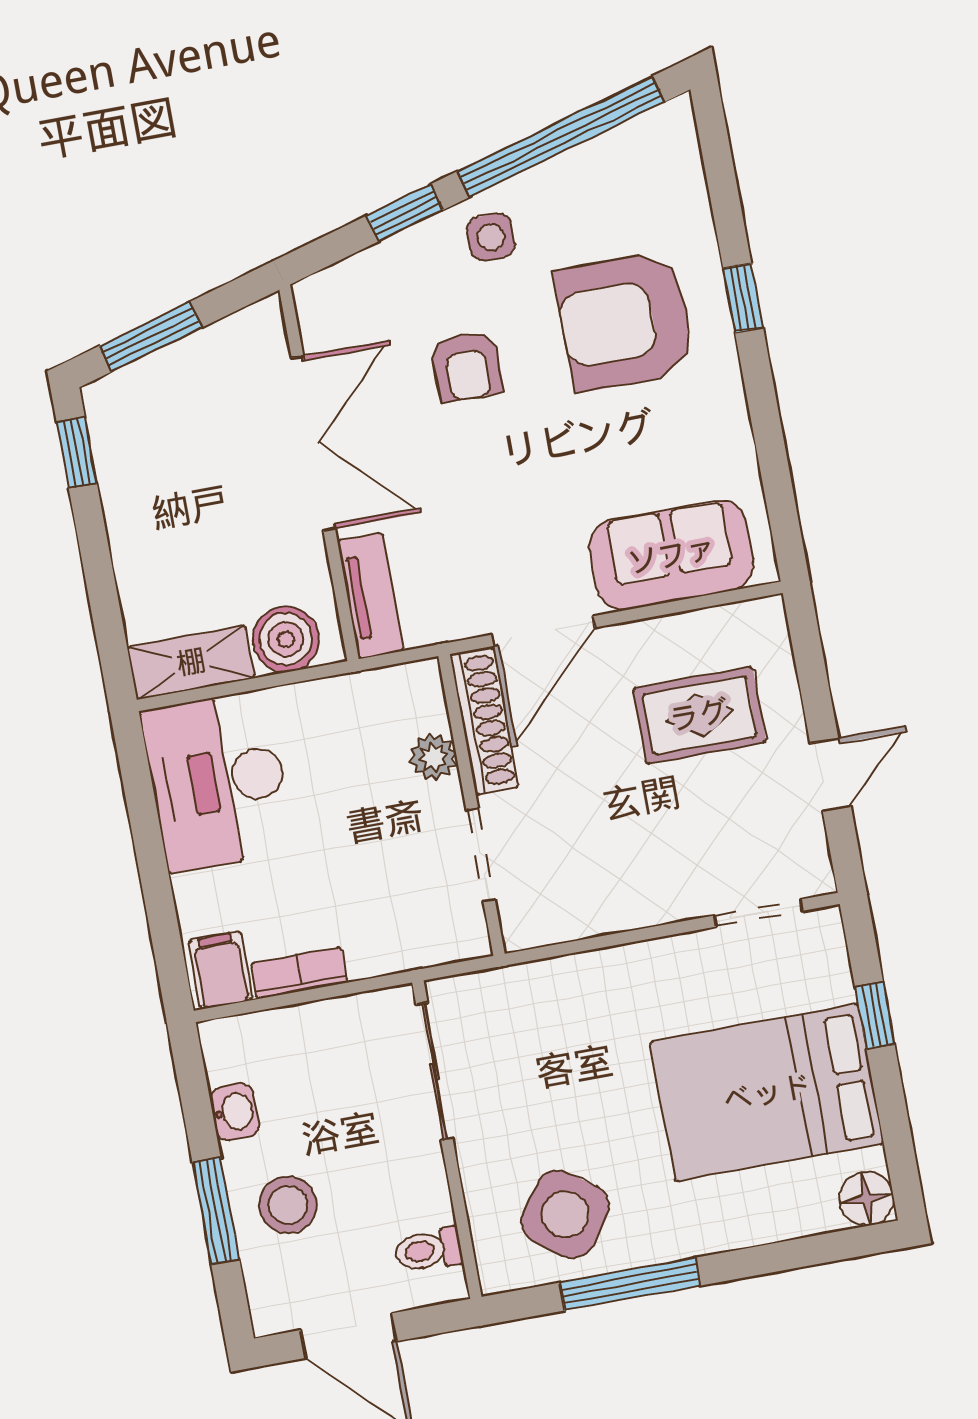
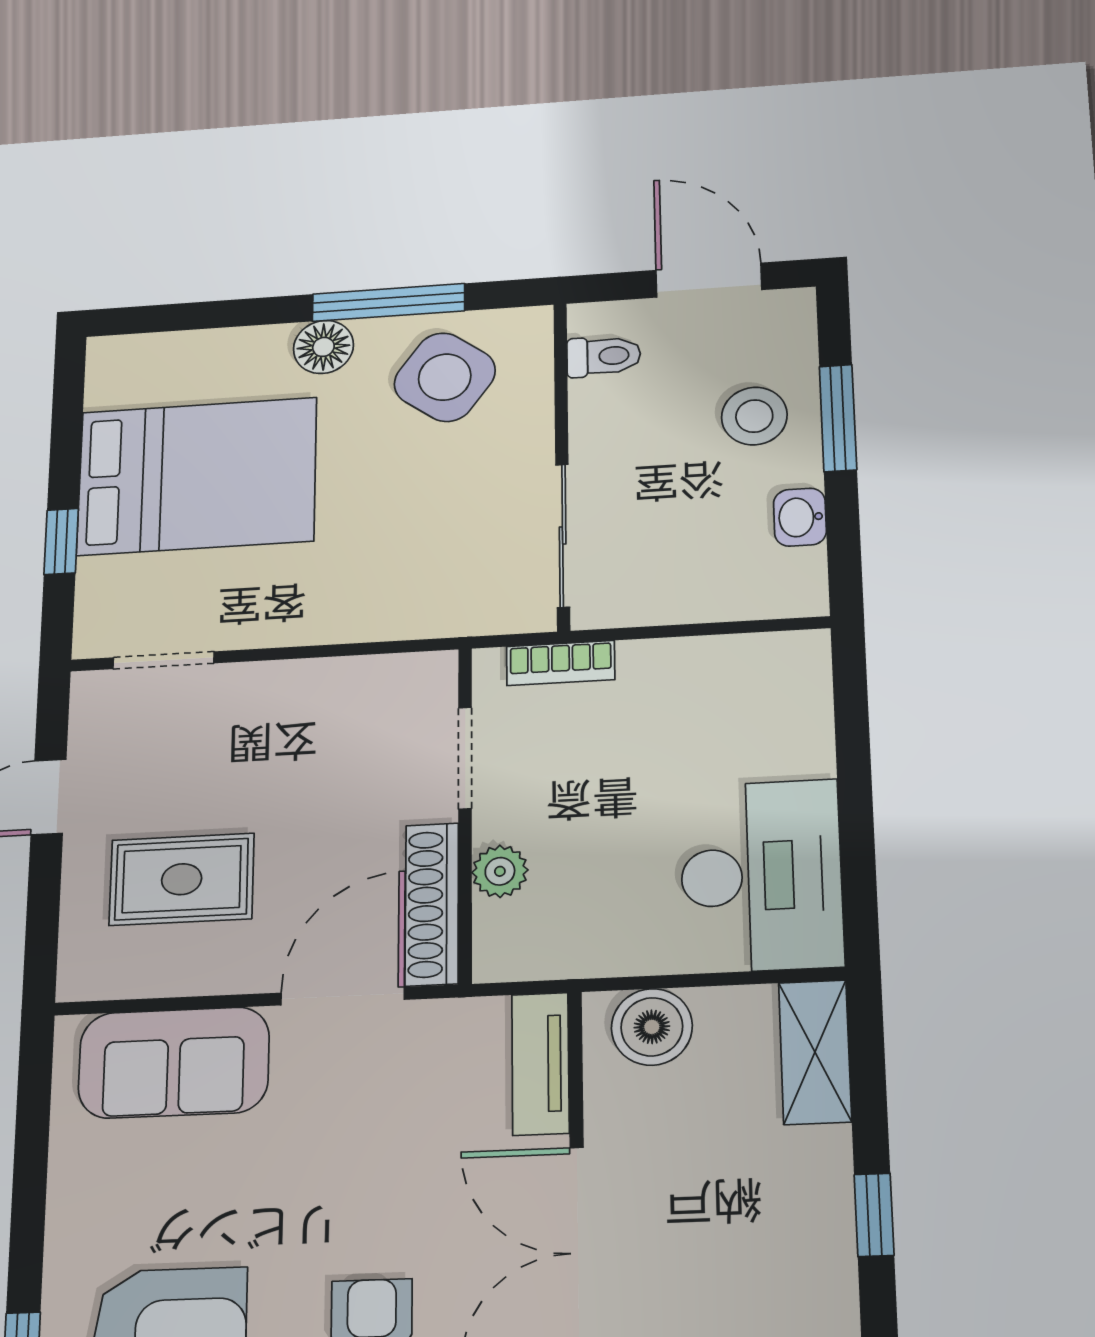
window: (77, 453) -> (874, 1215), moved
shelving: (191, 662) -> (815, 1052), moved, turned 90
filing cabinet: (220, 970) -> (792, 668), removed
bookcase: (299, 973) -> (561, 663), moved
floor lamp: (867, 1199) -> (323, 347), moved

